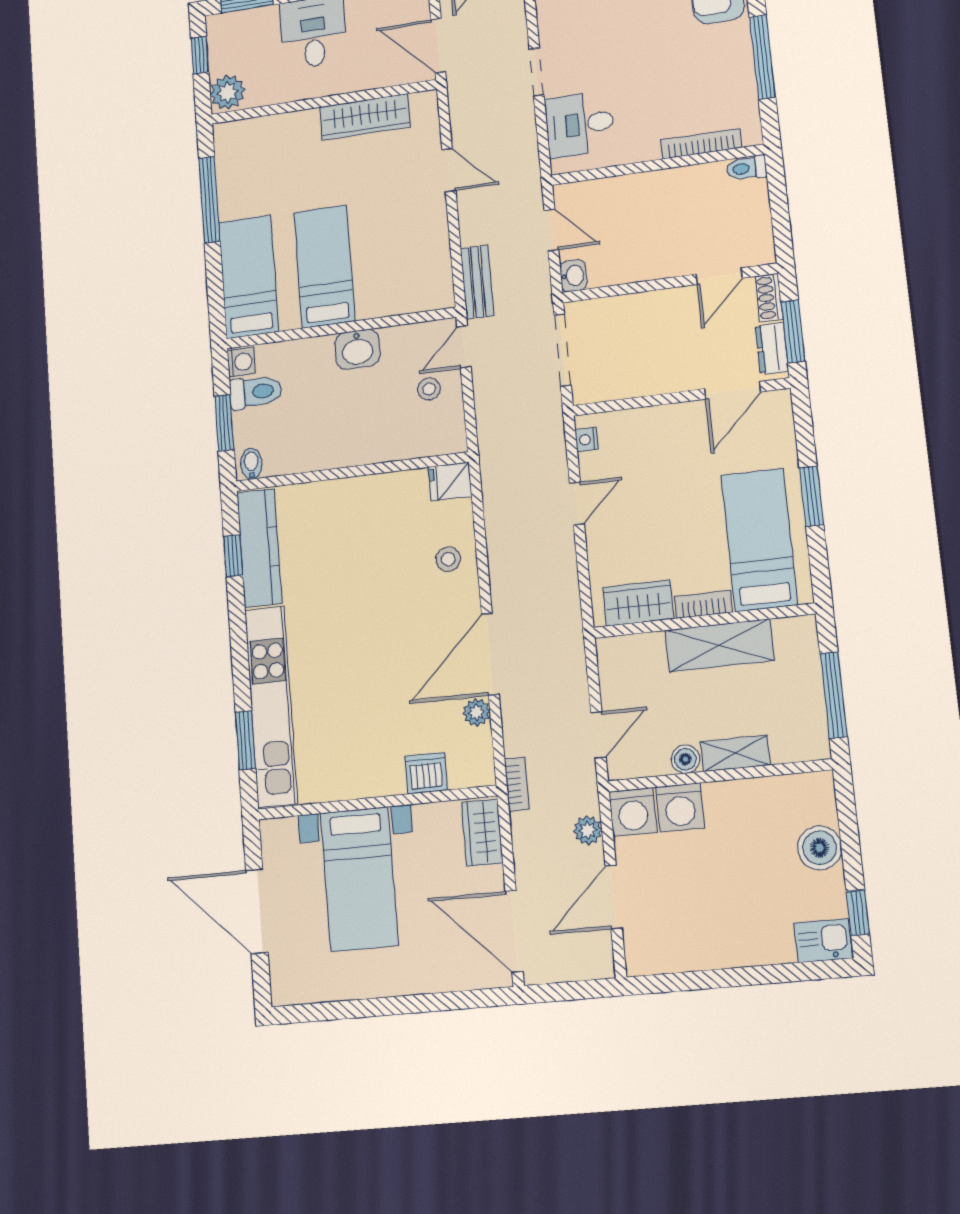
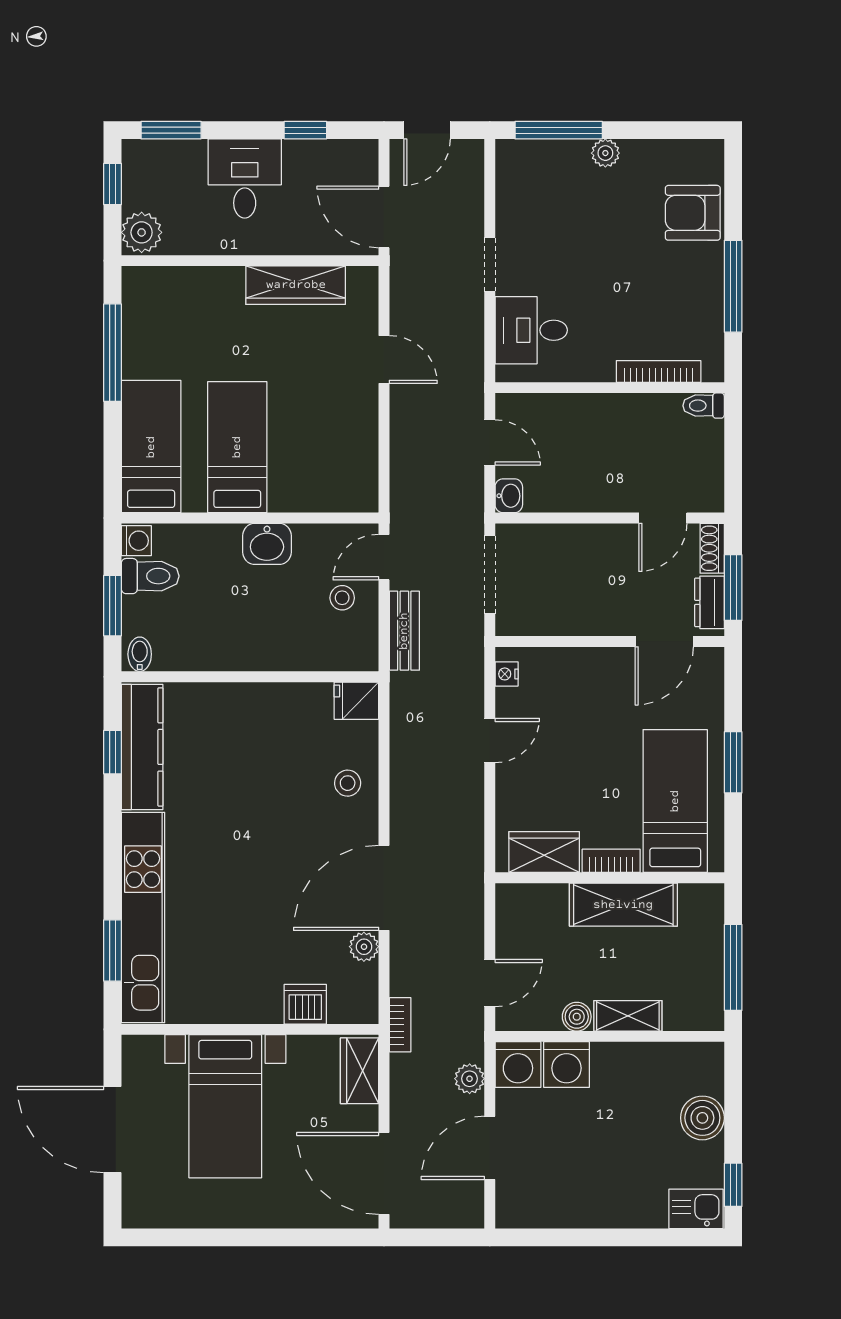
bench: (477, 282) -> (404, 631), moved

